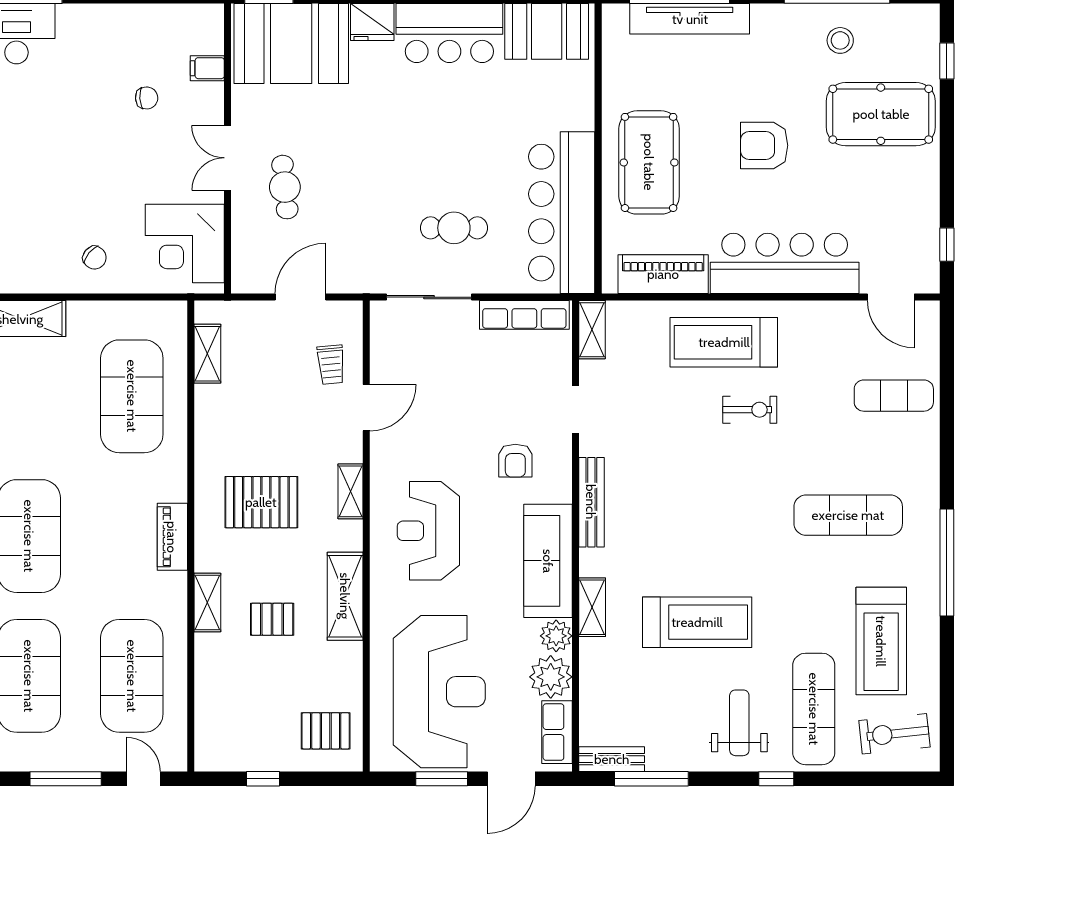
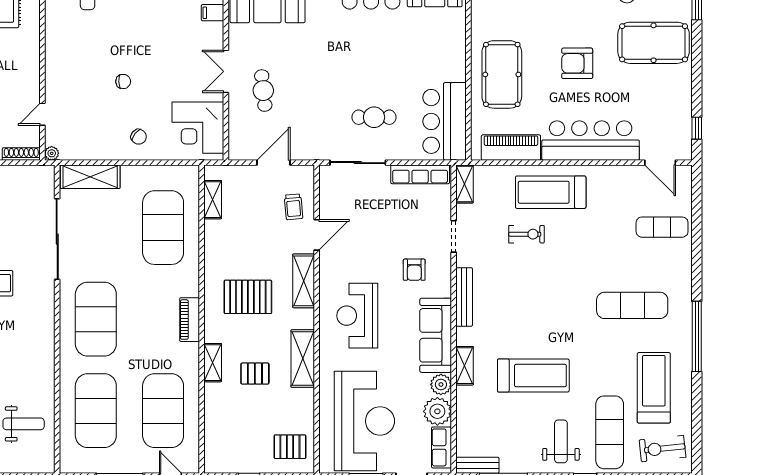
chair: (147, 98) -> (123, 81), moved
bar counter: (562, 213) -> (445, 121), width x0.73
exercise bike: (750, 410) -> (527, 234), moved
shelving: (350, 491) -> (304, 281), width x1.50, depth x1.33
treadmill: (881, 641) -> (654, 388), turned 180

